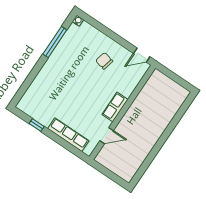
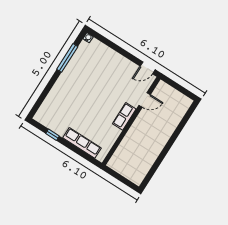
chair: (104, 61) -> (113, 74), removed
door: (107, 136) -> (145, 100), moved

